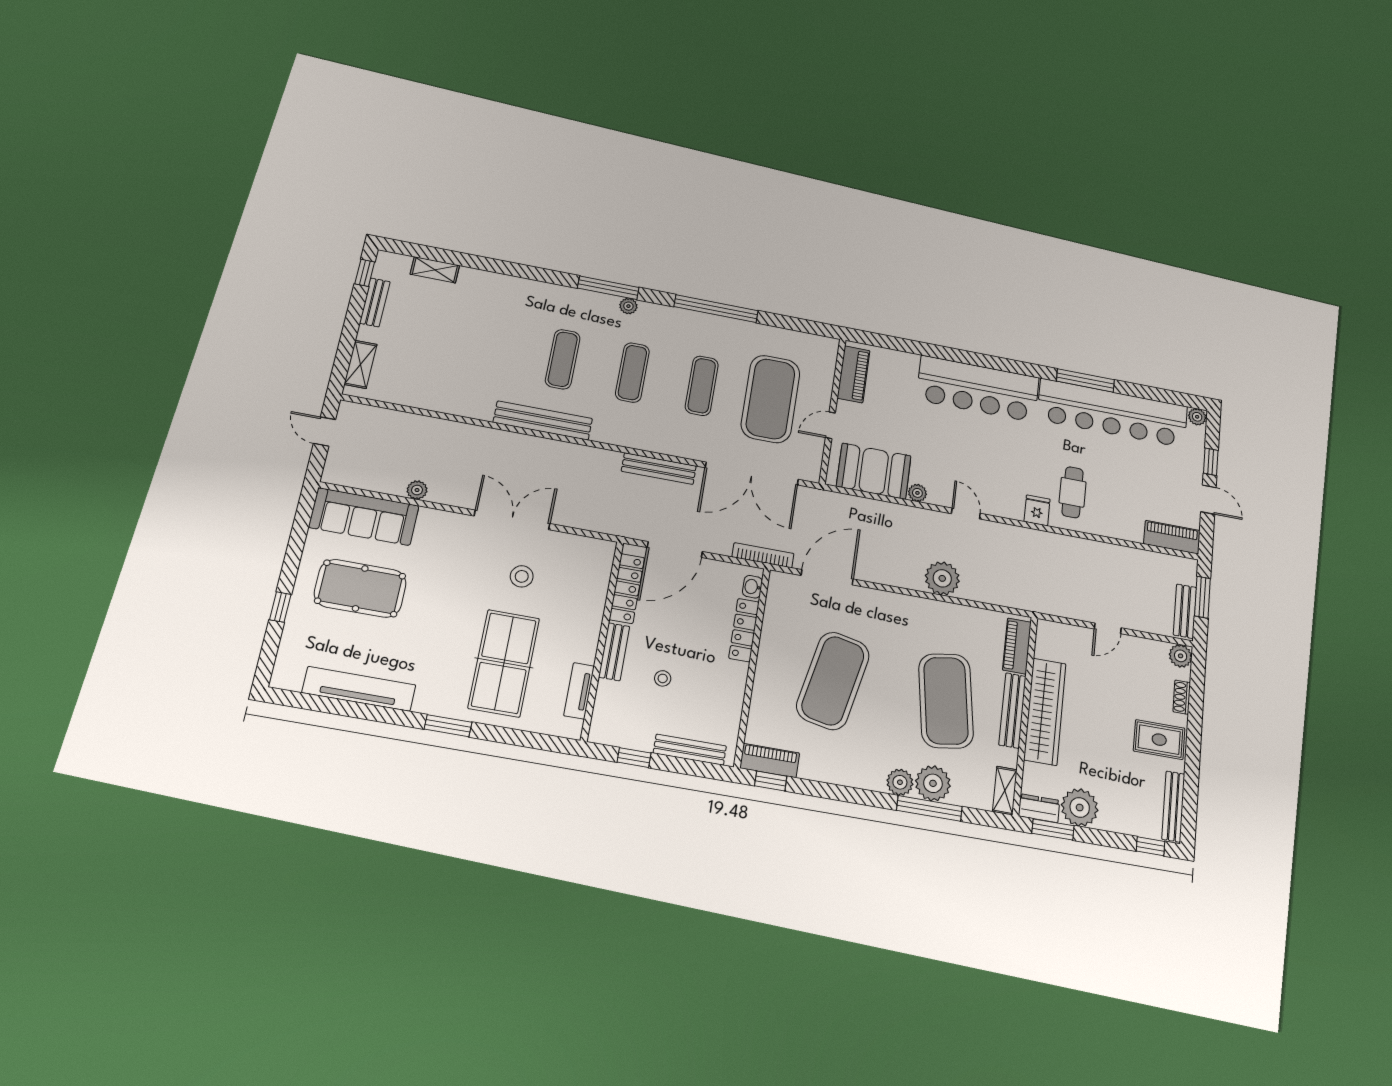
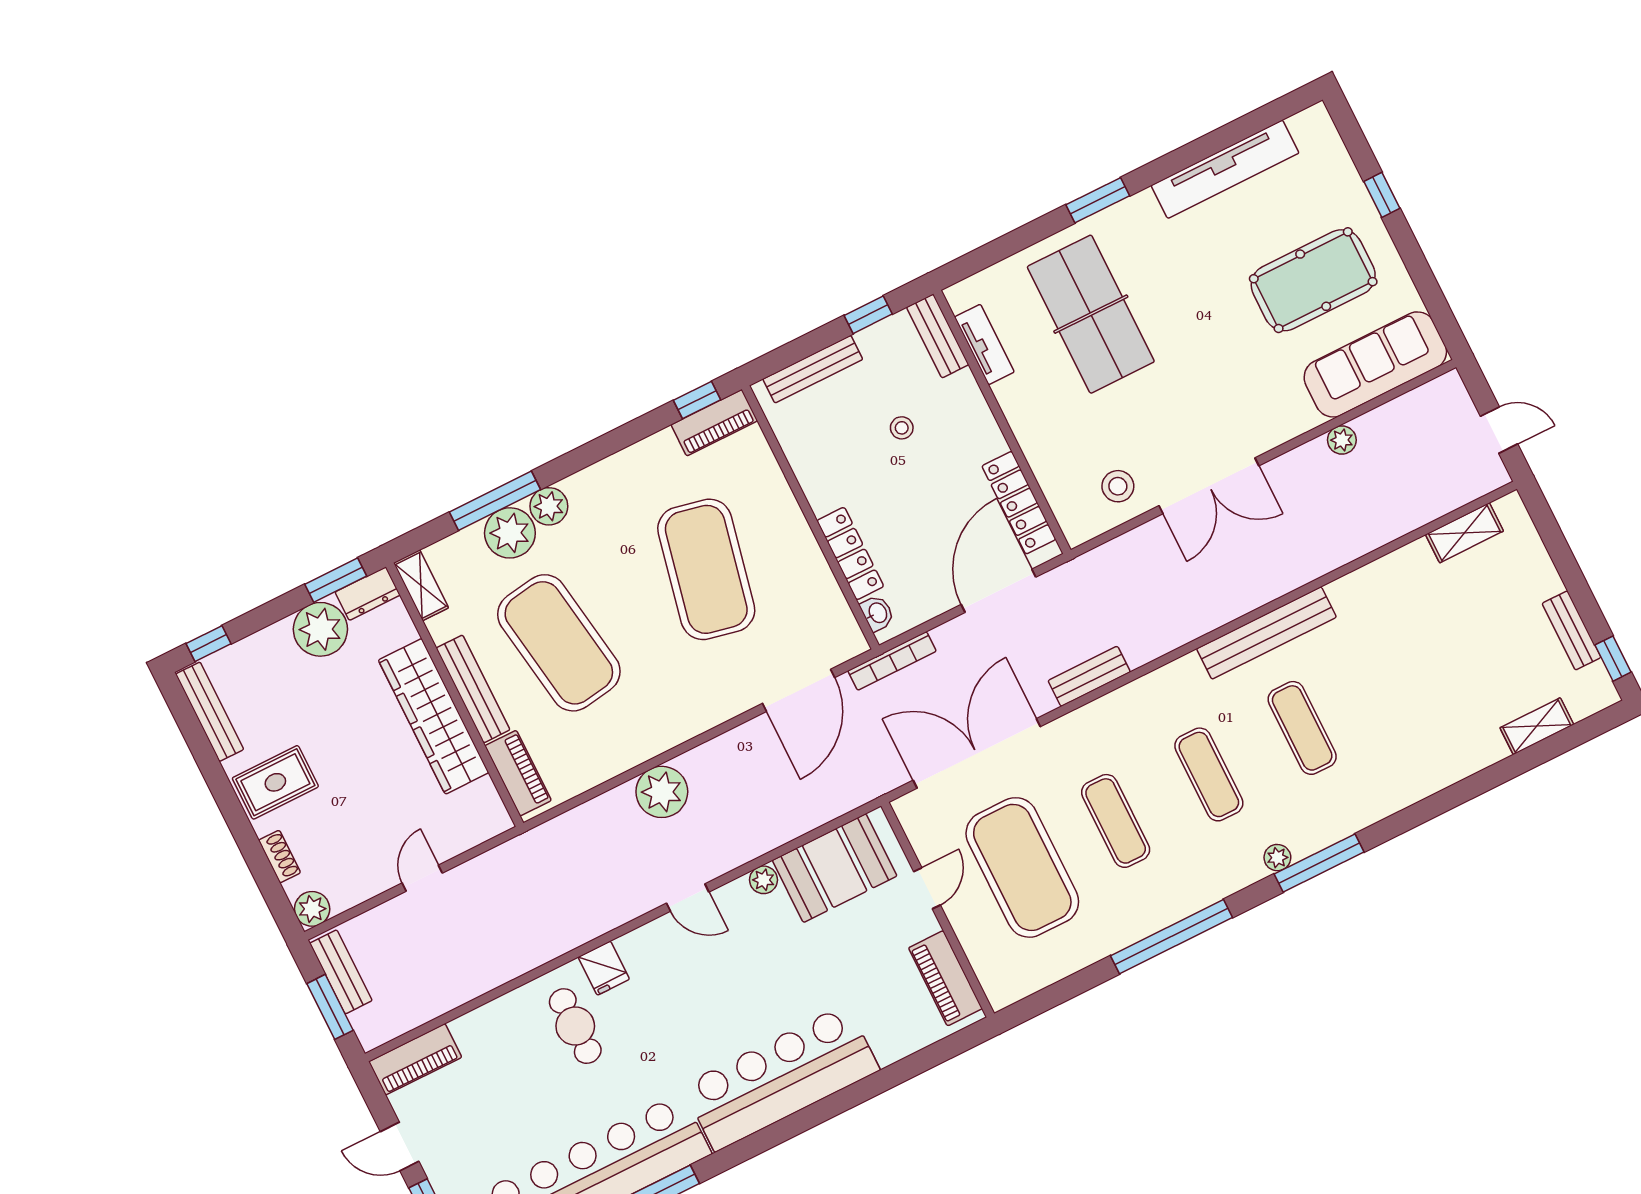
shelving: (361, 364) -> (1464, 533), moved, turned 90
bench: (659, 469) -> (1089, 676), width x0.73
stool: (522, 576) -> (1118, 486), moved
bench: (614, 652) -> (938, 336), moved

